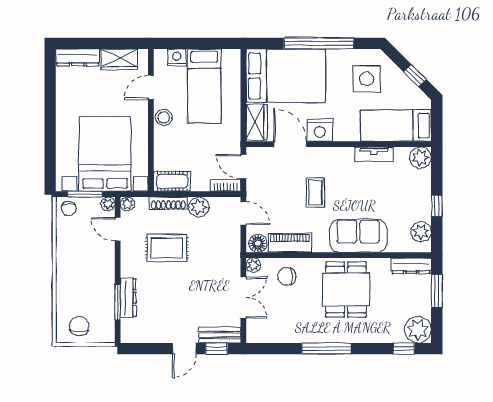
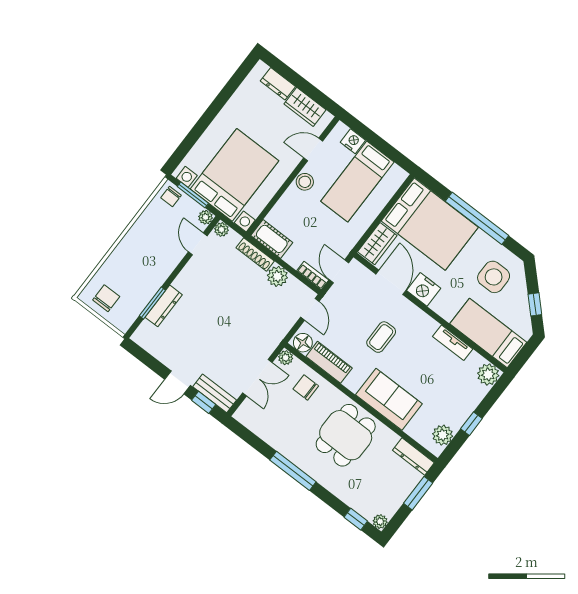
dresser: (78, 58) -> (278, 84), width x0.70
rug: (167, 248) -> (226, 290), removed
plant: (418, 330) -> (380, 522), width x0.53, depth x0.53

